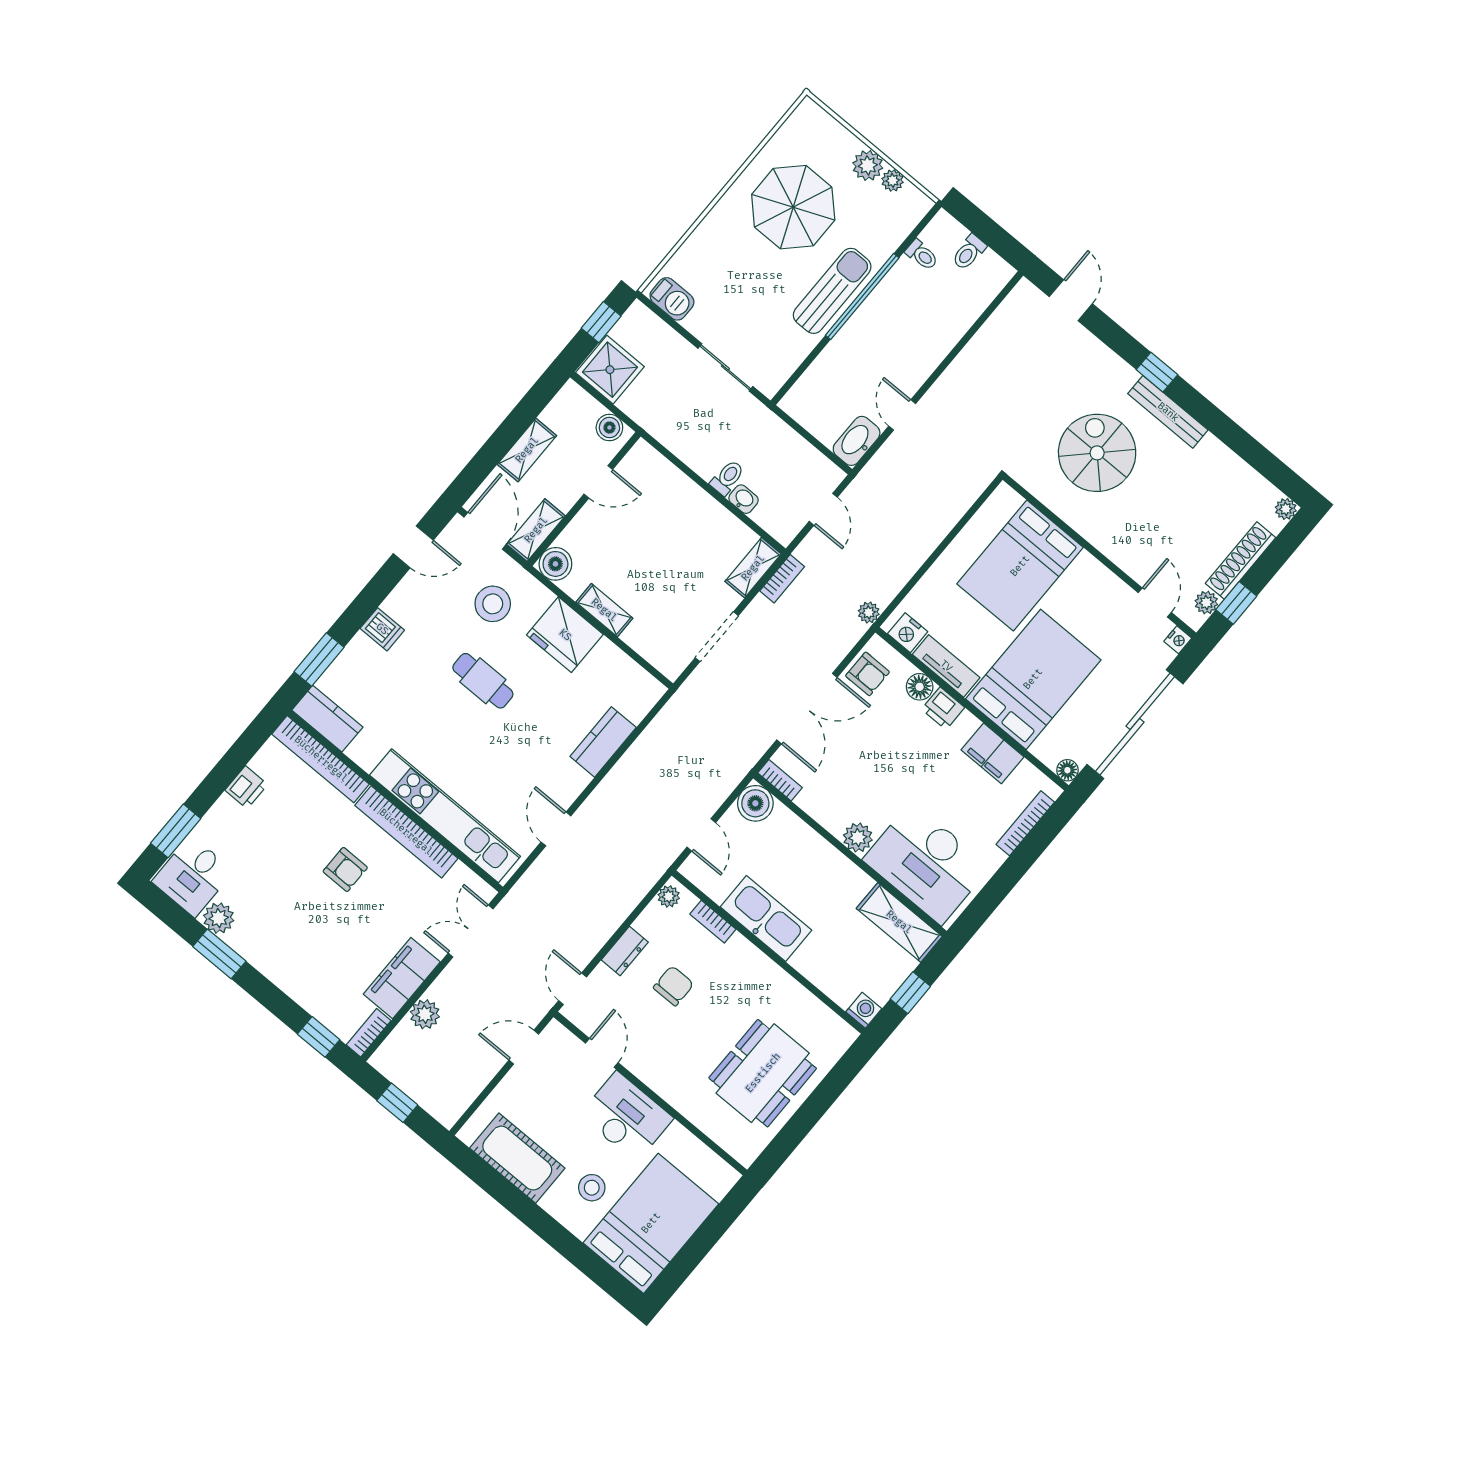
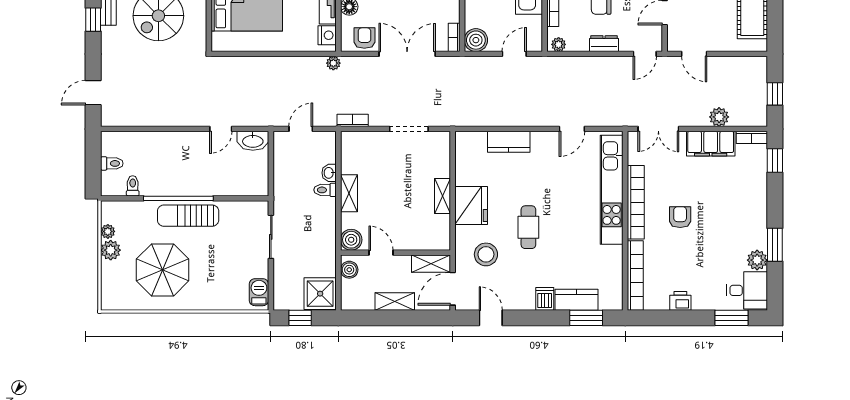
boiler: (555, 564) -> (351, 240), moved
shelving: (753, 568) -> (349, 193), moved, turned 90
kitchen counter: (327, 719) -> (576, 300), moved, turned 90

